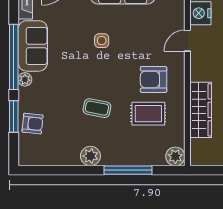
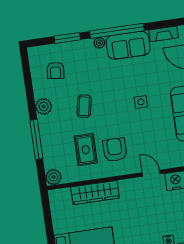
armchair: (33, 124) -> (55, 70), moved

